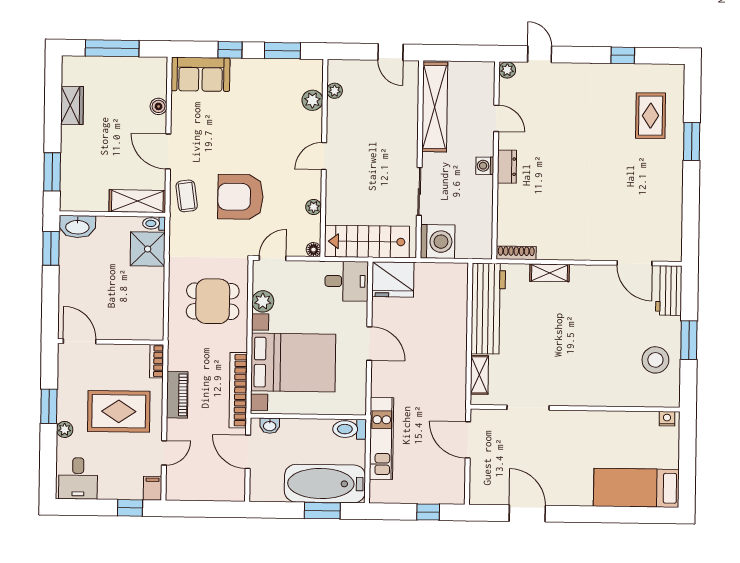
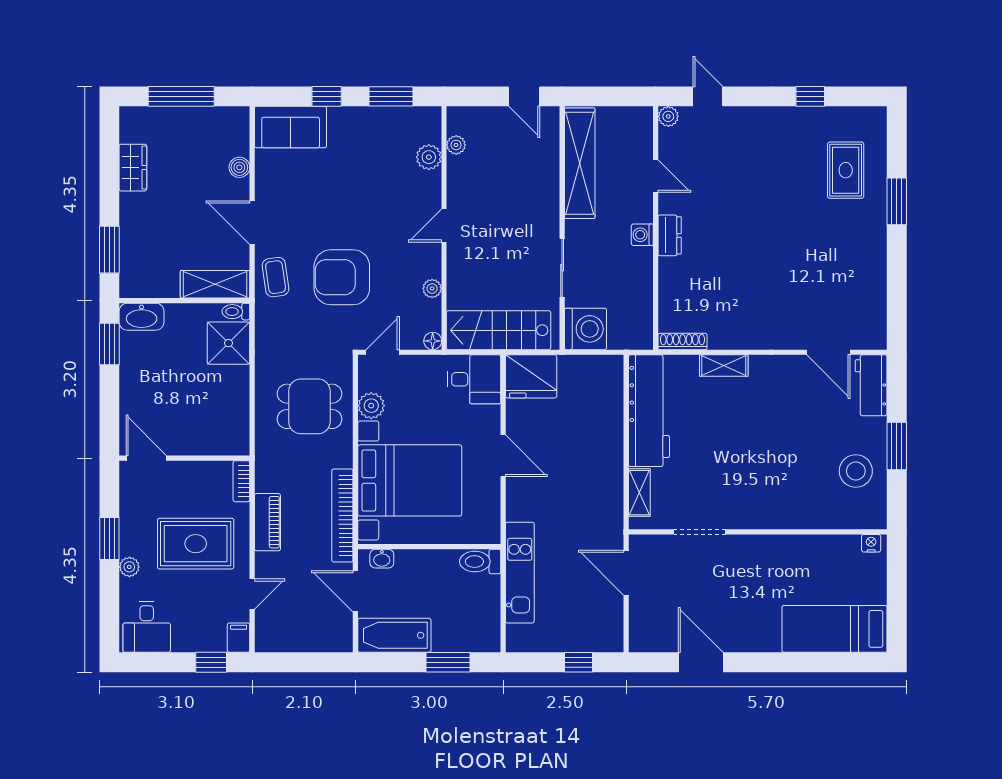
bathtub: (325, 484) -> (394, 635), moved, width x0.73, depth x0.73

